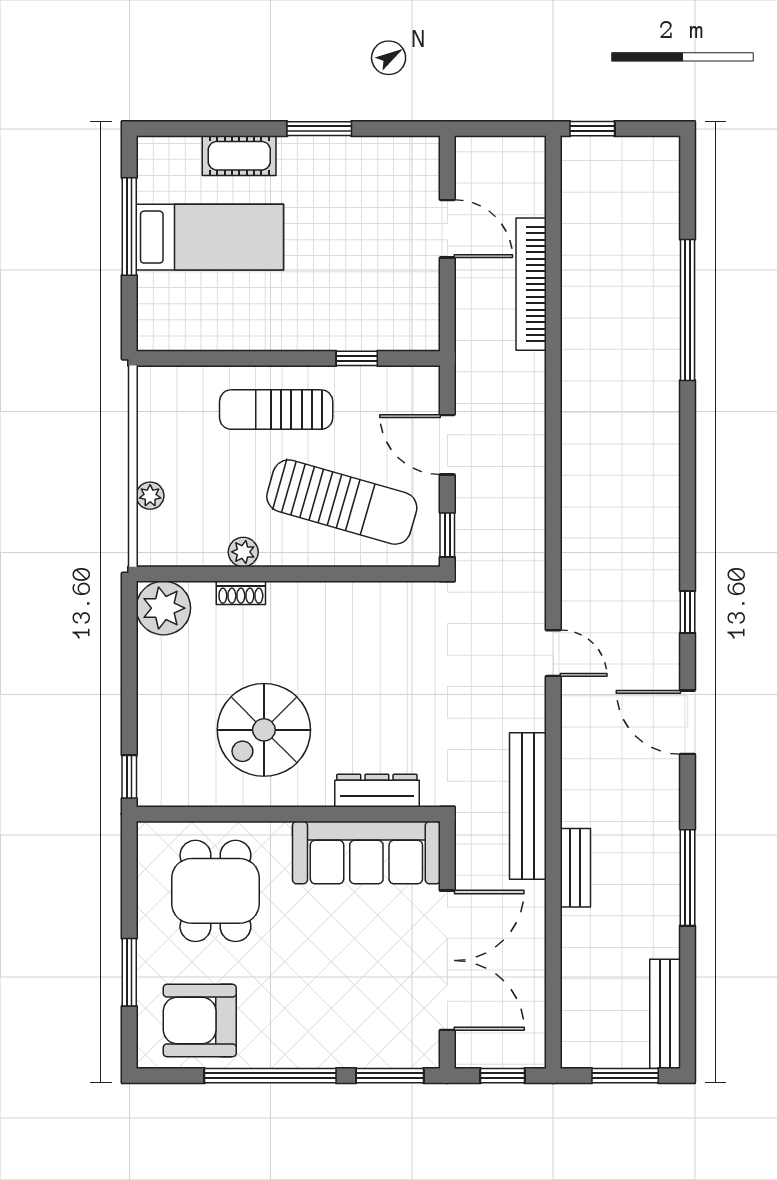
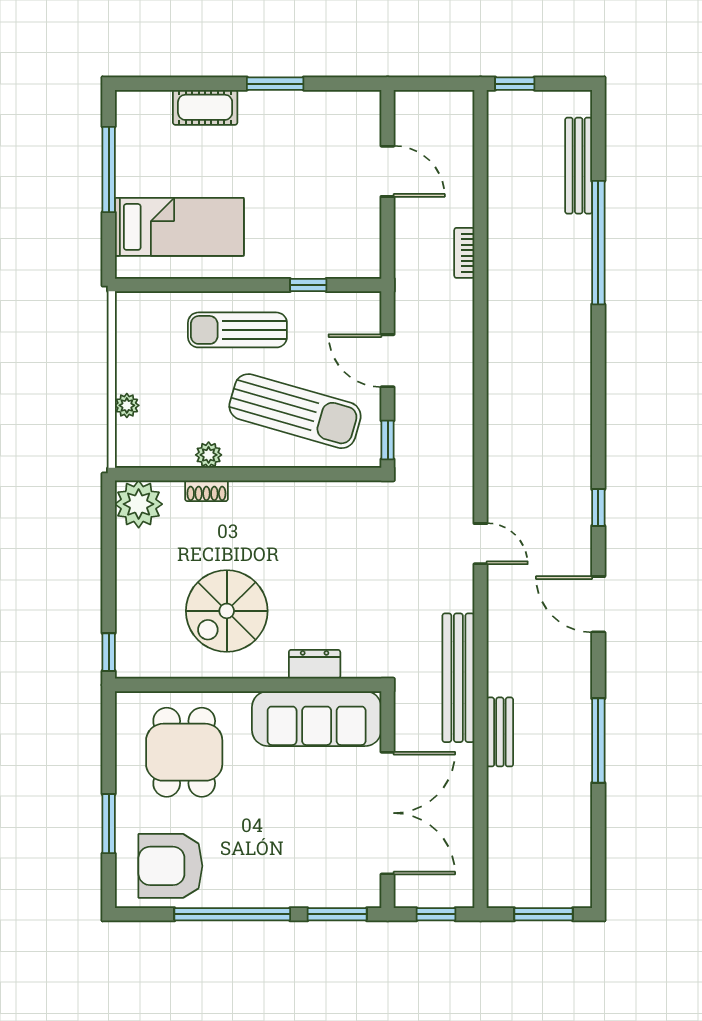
bed: (210, 237) -> (179, 227), moved
bookcase: (531, 284) -> (464, 253), width x0.43, depth x0.76
dresser: (377, 791) -> (315, 664), width x0.70
bench: (665, 1014) -> (579, 166), moved

